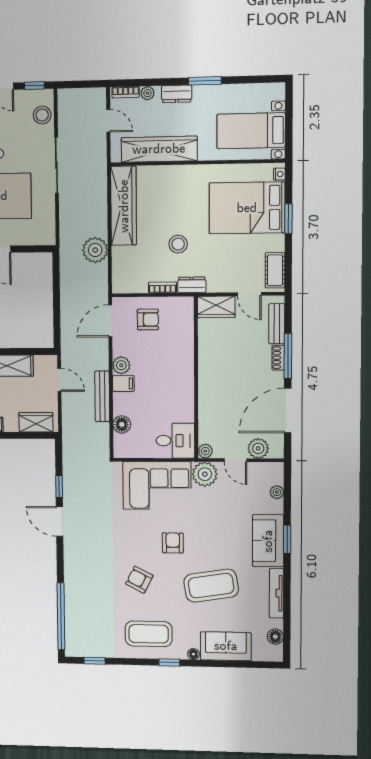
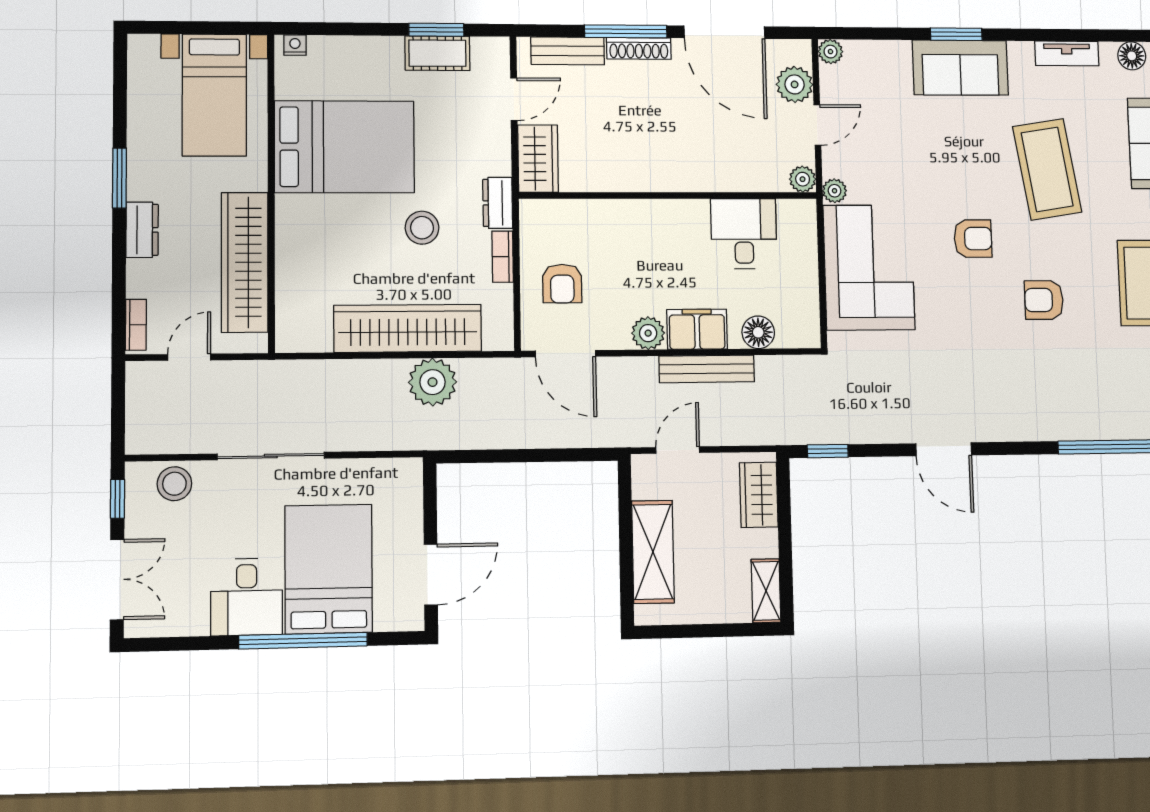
plant: (147, 93) -> (139, 284), removed
wardrobe: (124, 206) -> (408, 328), moved
bed: (247, 208) -> (344, 147), moved, turned -90
window: (288, 219) -> (436, 30), moved
cot: (275, 270) -> (437, 53), moved
armchair: (148, 319) -> (562, 284), turned 180
shoe rack: (278, 358) -> (639, 48), width x1.43
filing cabinet: (123, 384) -> (697, 329), width x2.00
desk: (175, 441) -> (744, 234), moved
plant: (205, 474) -> (835, 191), width x0.53, depth x0.53
window: (59, 487) -> (828, 451), moved
plant: (277, 492) -> (830, 52), moved
door: (60, 521) -> (944, 449), hinge flipped
armchair: (173, 543) -> (973, 239), turned 180
armchair: (139, 580) -> (1044, 300), turned 63
tv unit: (276, 593) -> (1067, 53), width x0.71

